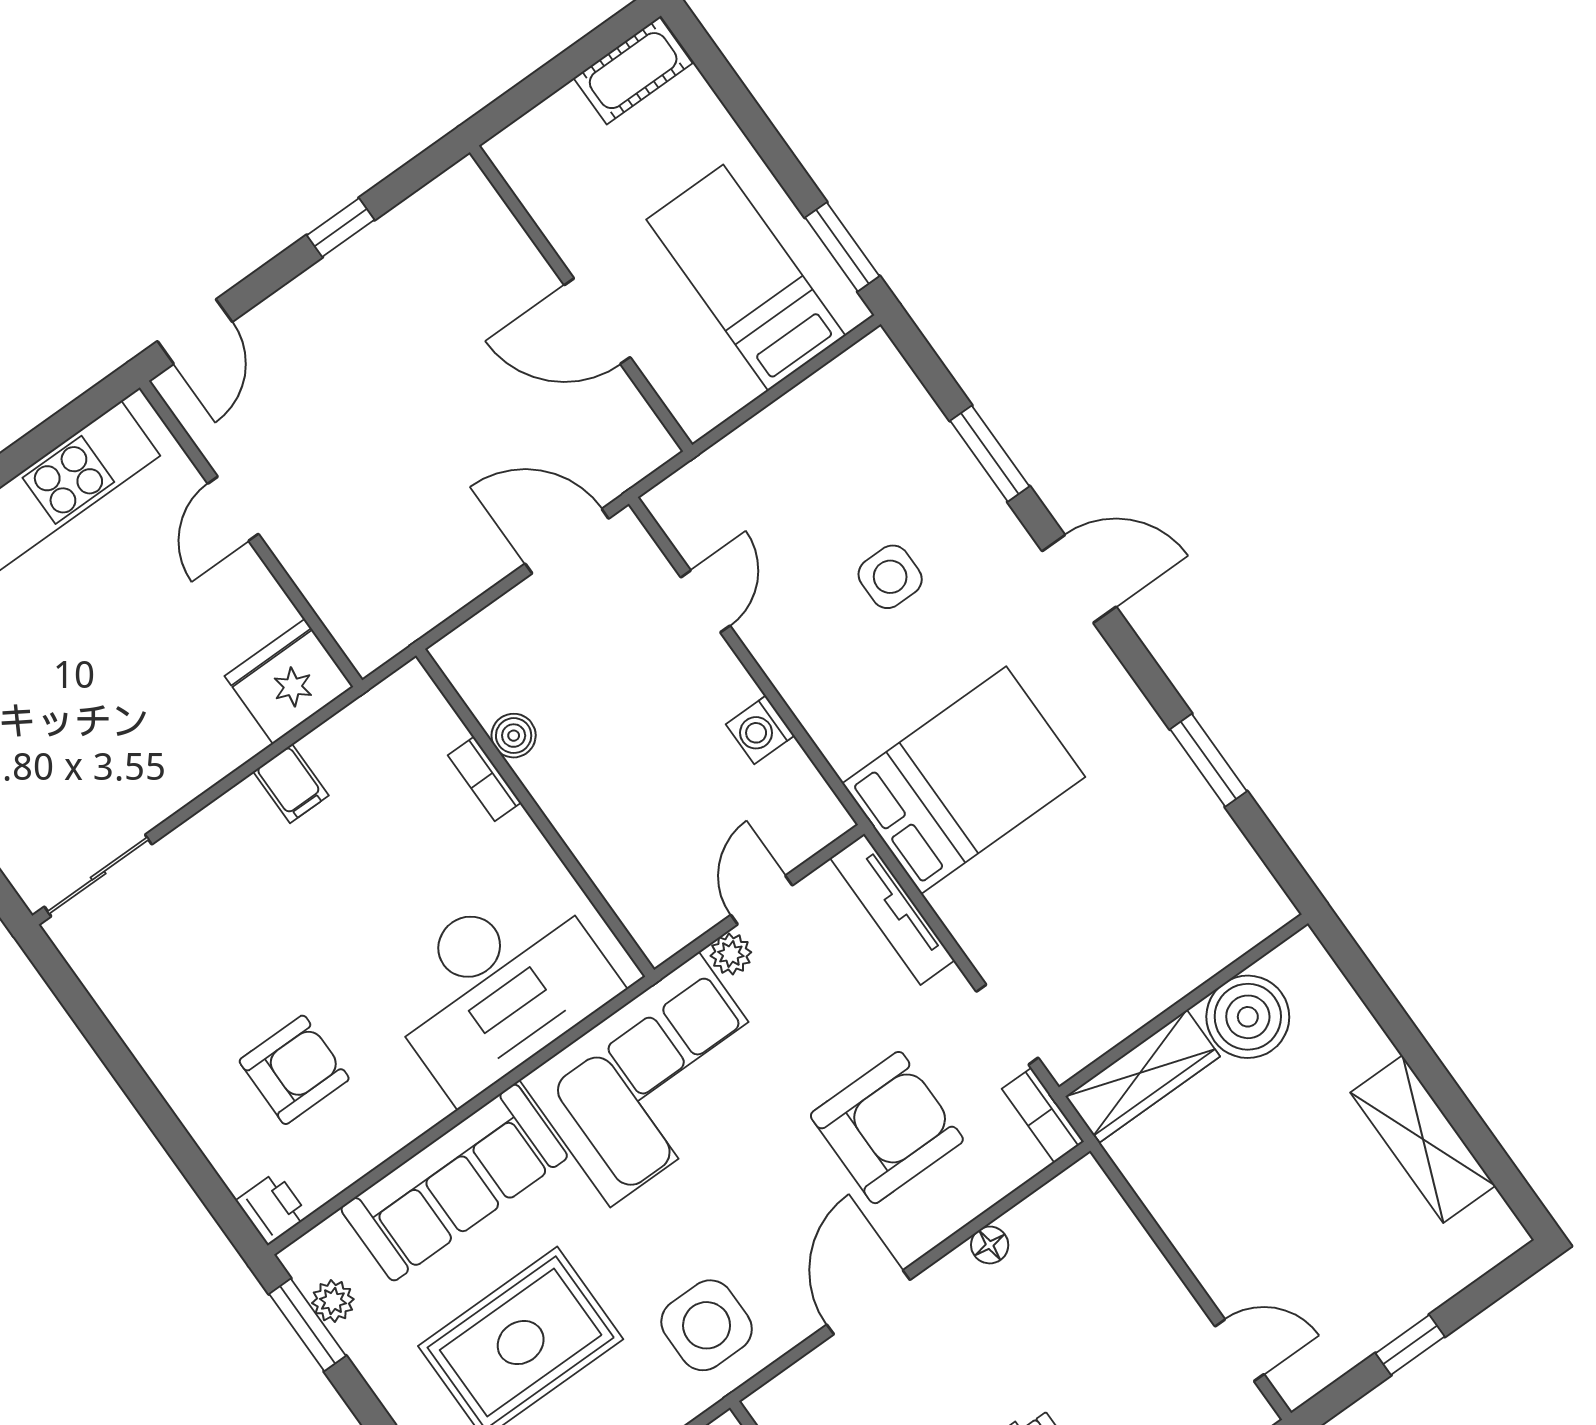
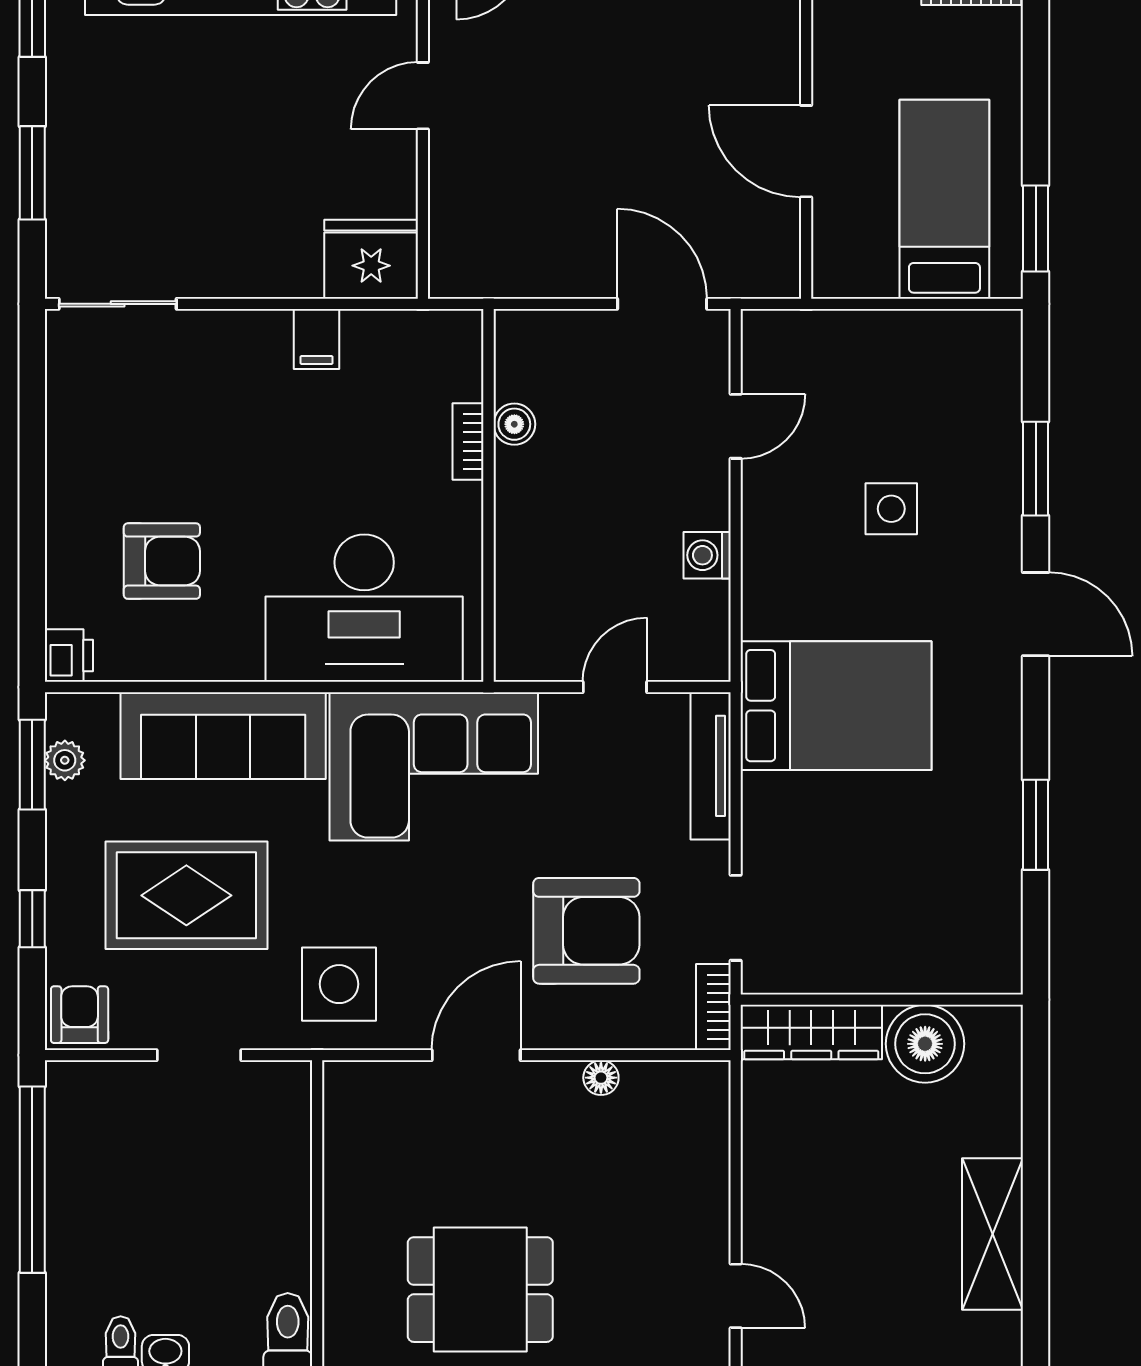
plant: (731, 954) -> (562, 712), removed

